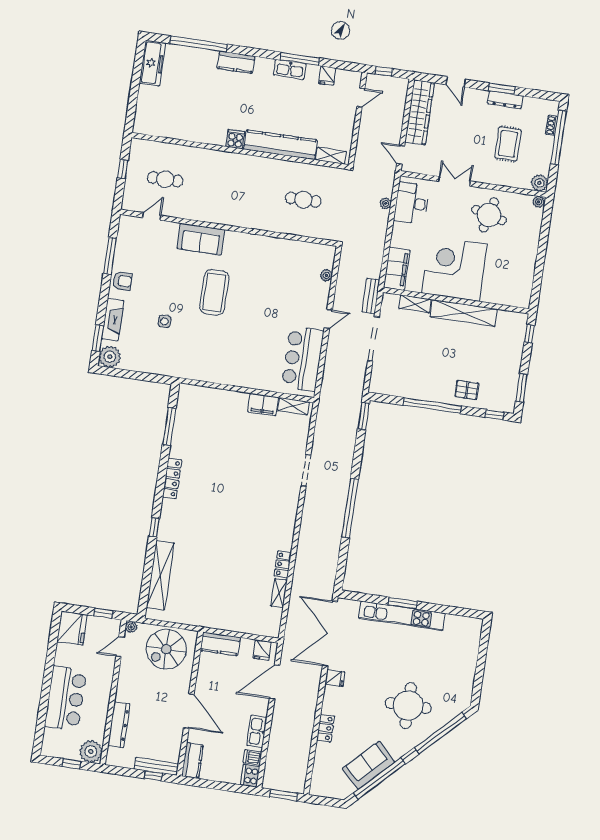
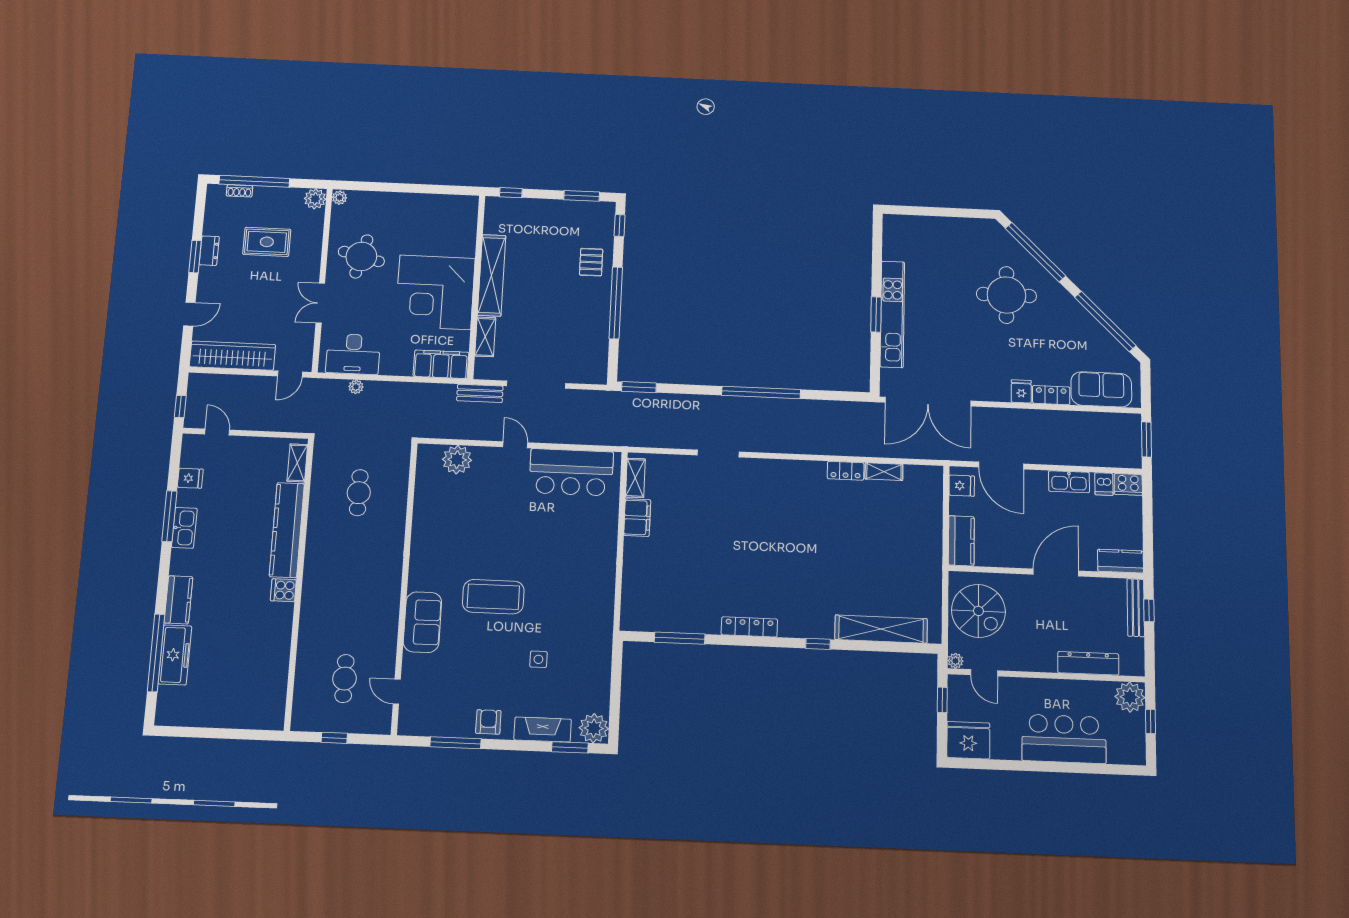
freezer: (152, 63) -> (175, 655), moved, turned 90
dresser: (505, 100) -> (209, 251), width x0.70
plant: (326, 275) -> (457, 460), width x1.87, depth x1.87
fridge: (335, 678) -> (1021, 391), moved
sofa: (369, 765) -> (1101, 389), moved, turned 135

